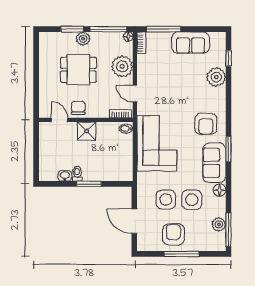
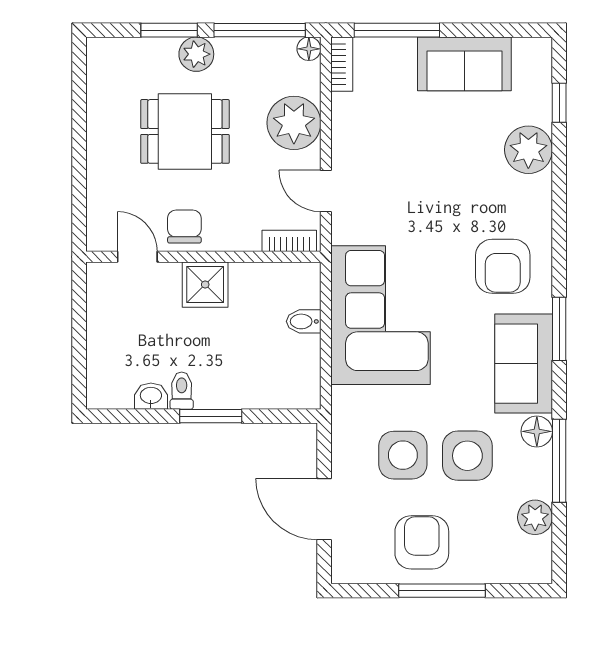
bidet: (126, 129) -> (304, 321), moved
window: (228, 230) -> (559, 461), moved

